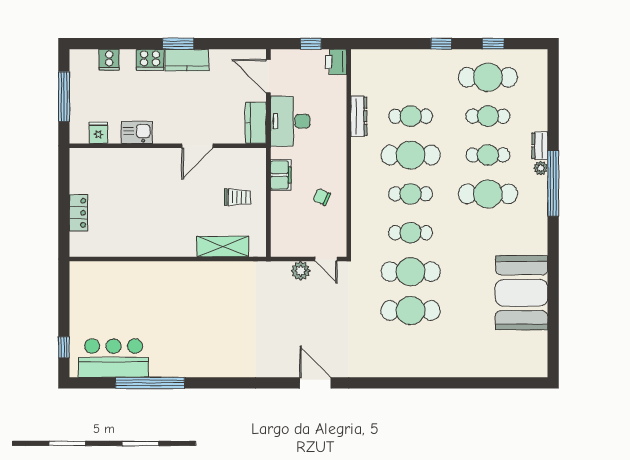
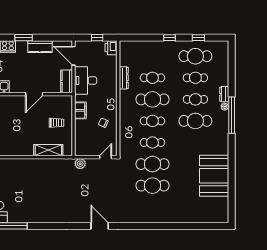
kitchen counter: (187, 60) -> (40, 47), moved
door: (326, 259) -> (106, 157), swing flipped
plant: (301, 271) -> (80, 164), moved

